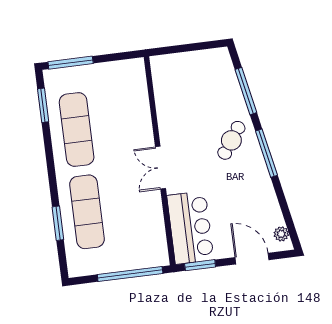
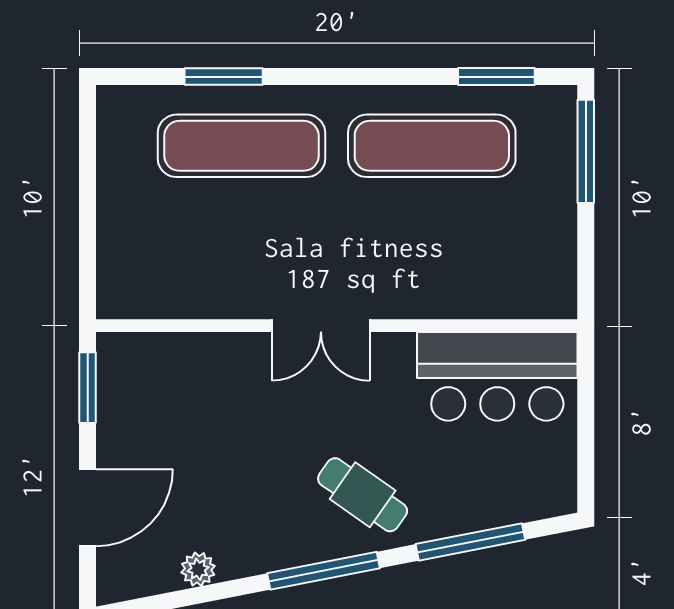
double door: (160, 168) -> (321, 326), swing flipped
bar counter: (190, 228) -> (497, 376), moved
plant: (281, 234) -> (198, 569), moved
window: (130, 274) -> (88, 226), removed

